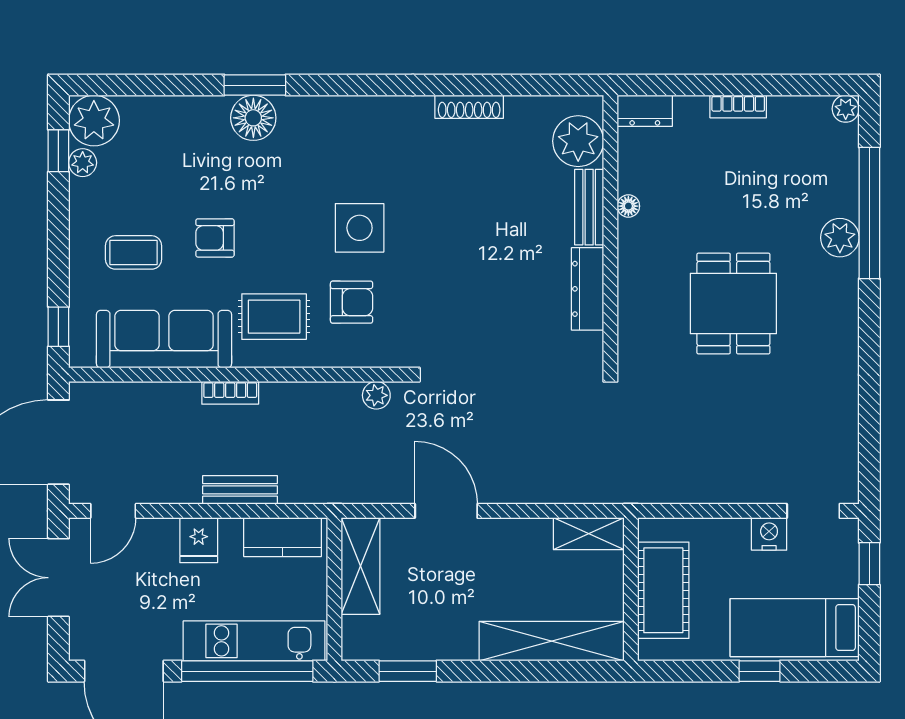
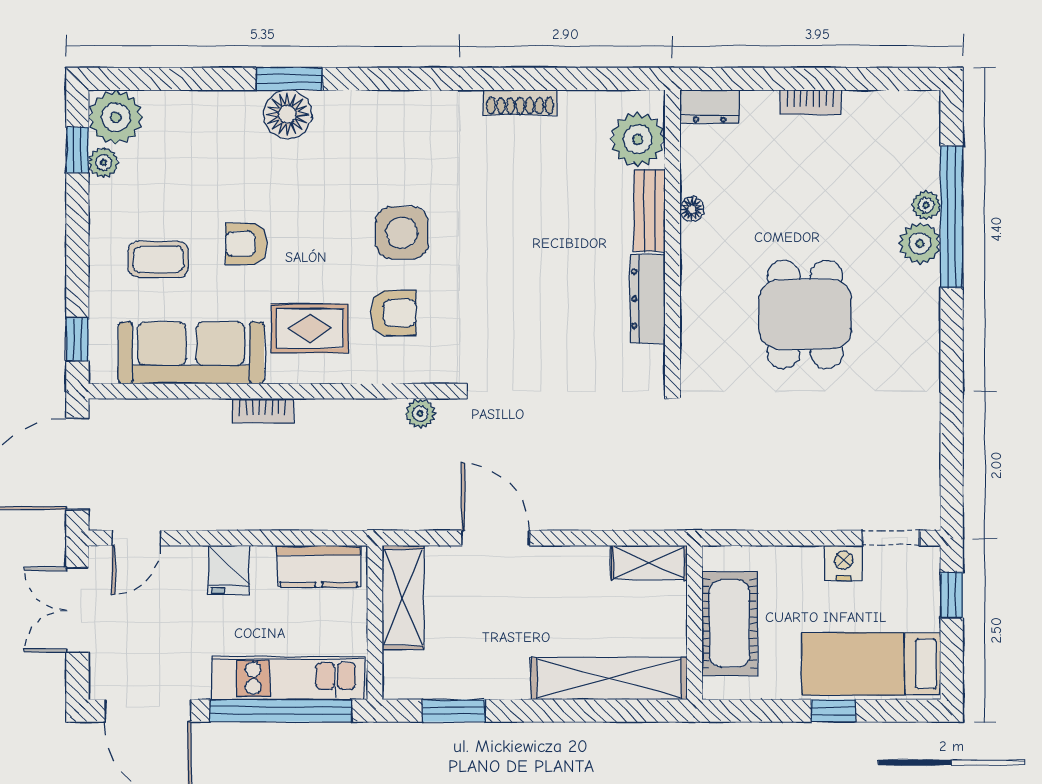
plant: (846, 109) -> (926, 205), moved
bench: (240, 490) -> (273, 515), removed

